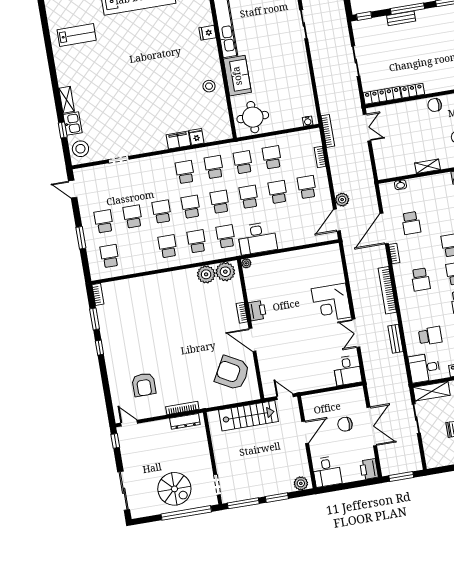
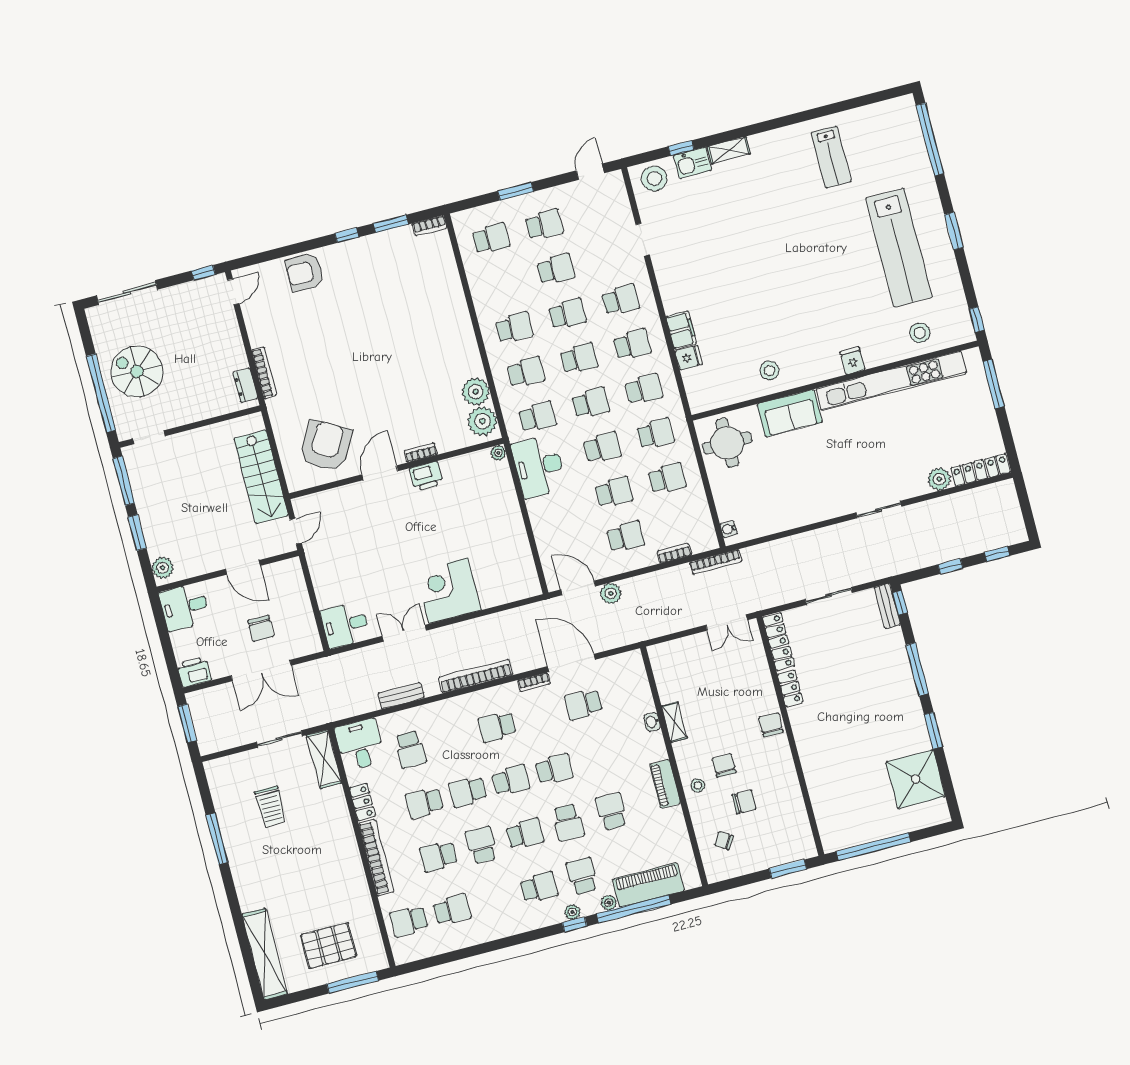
bench: (401, 18) -> (887, 606), moved
school desk: (156, 177) -> (621, 300), added
washbasin: (400, 185) -> (652, 722), moved
armchair: (144, 385) -> (305, 272), moved
dresser: (185, 421) -> (245, 385), width x0.70
chair: (345, 424) -> (261, 629), turned 180
spiral stairs: (174, 489) -> (137, 371), turned 90

